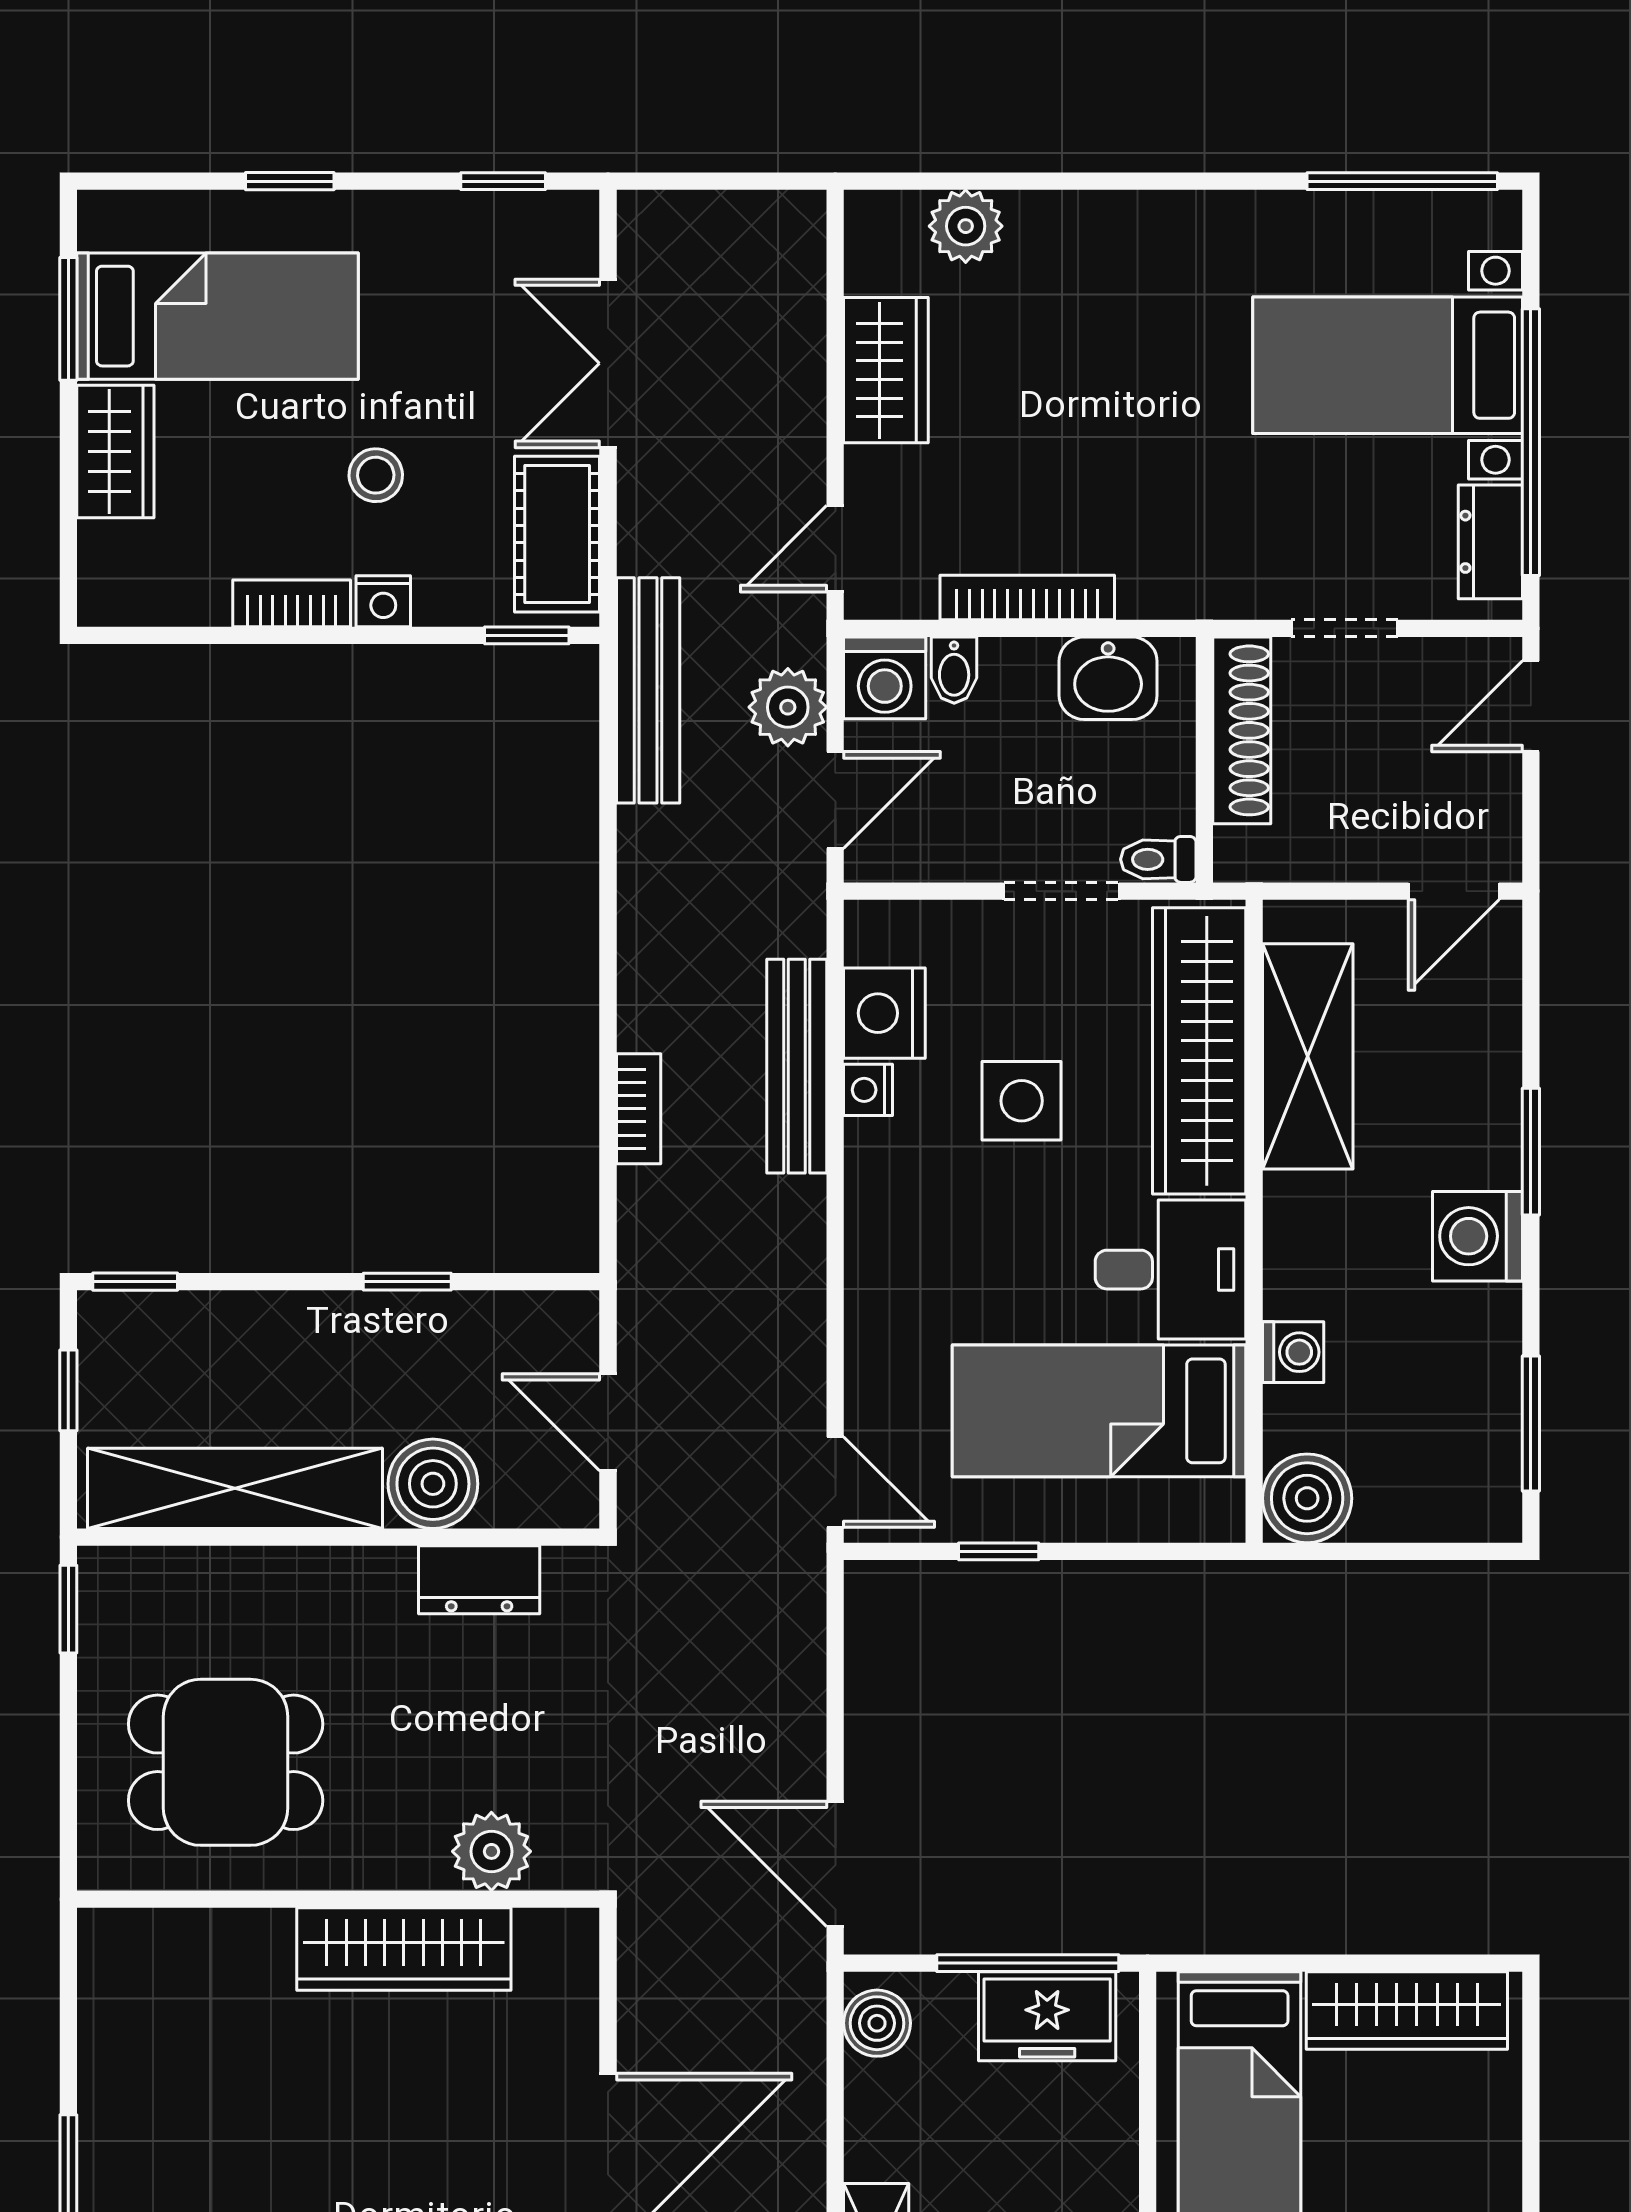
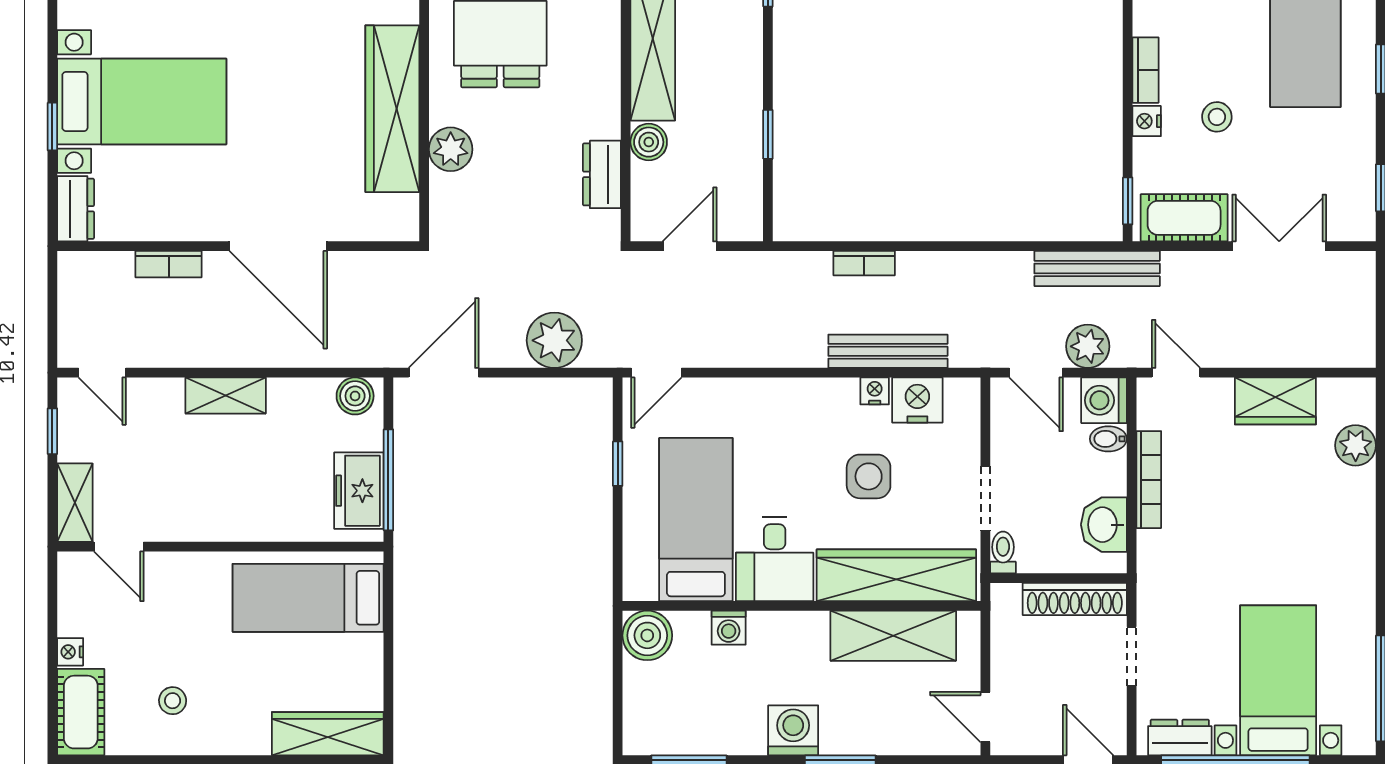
boiler: (433, 1484) -> (649, 142), width x0.73, depth x0.73
plant: (777, 1665) -> (554, 340), added
plant: (491, 1851) -> (451, 149), moved
wardrobe: (404, 1949) -> (392, 109), width x1.40, depth x1.17
wardrobe: (1407, 2011) -> (328, 734), moved, turned 90

